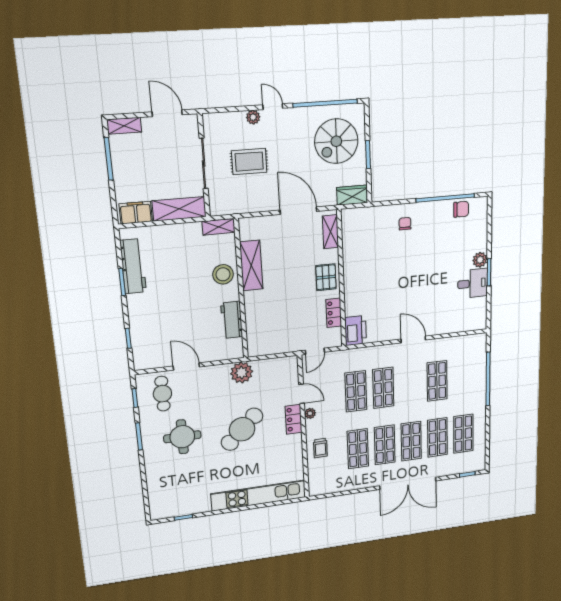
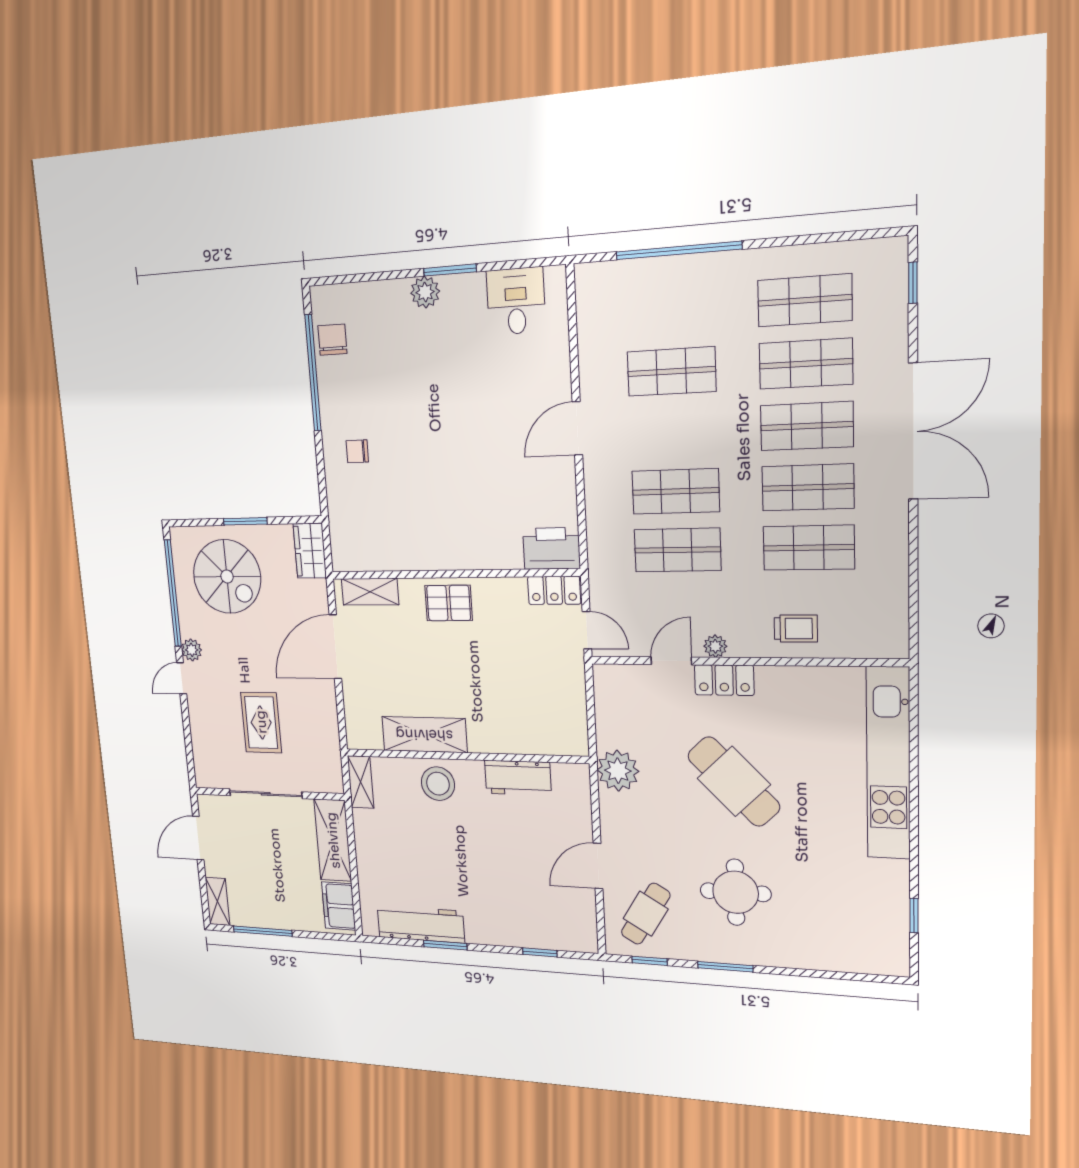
plant: (253, 117) -> (192, 650), moved
desk: (473, 283) -> (516, 301), moved
locker: (334, 313) -> (554, 590), moved
cafe table: (162, 394) -> (646, 914), turned -59

